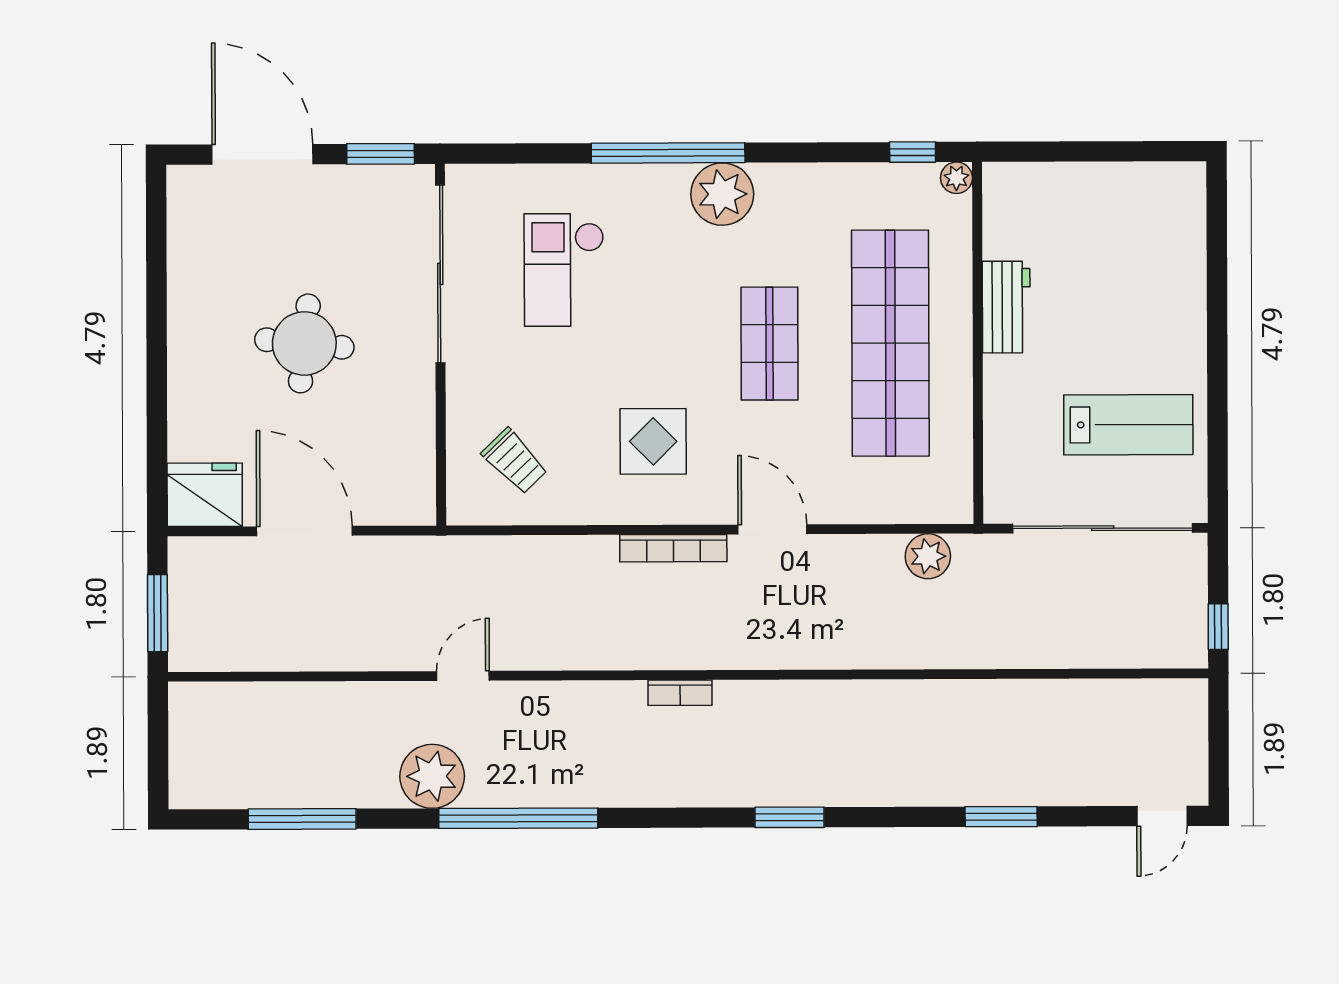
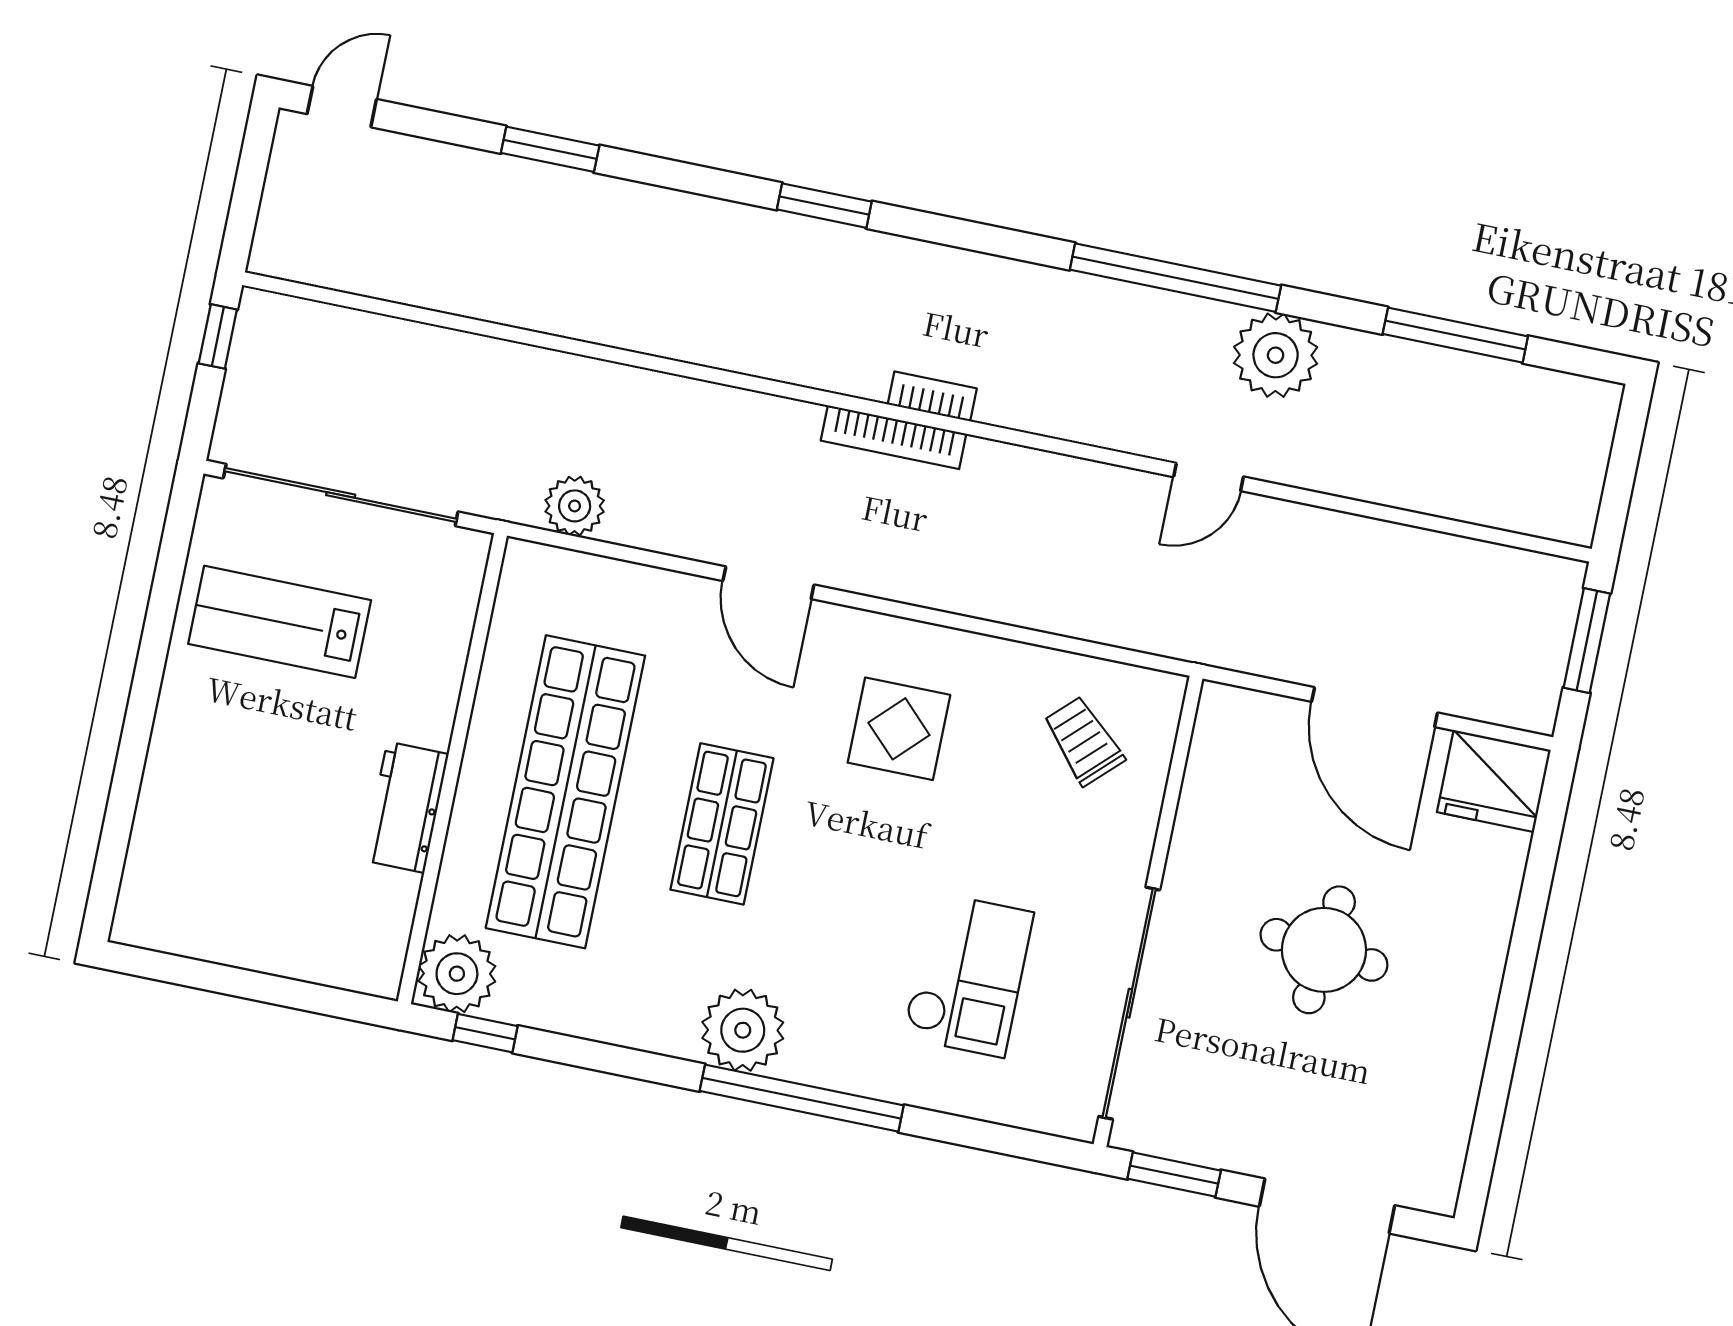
plant: (956, 178) -> (457, 974), width x1.87, depth x1.87
bookcase: (673, 548) -> (894, 437), moved, turned 180

